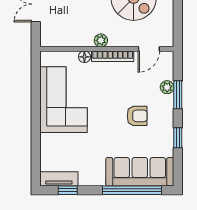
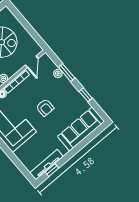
armchair: (137, 116) -> (45, 108), moved, turned 90
tv unit: (59, 179) -> (46, 165), width x1.41
window: (132, 190) -> (85, 142), removed

